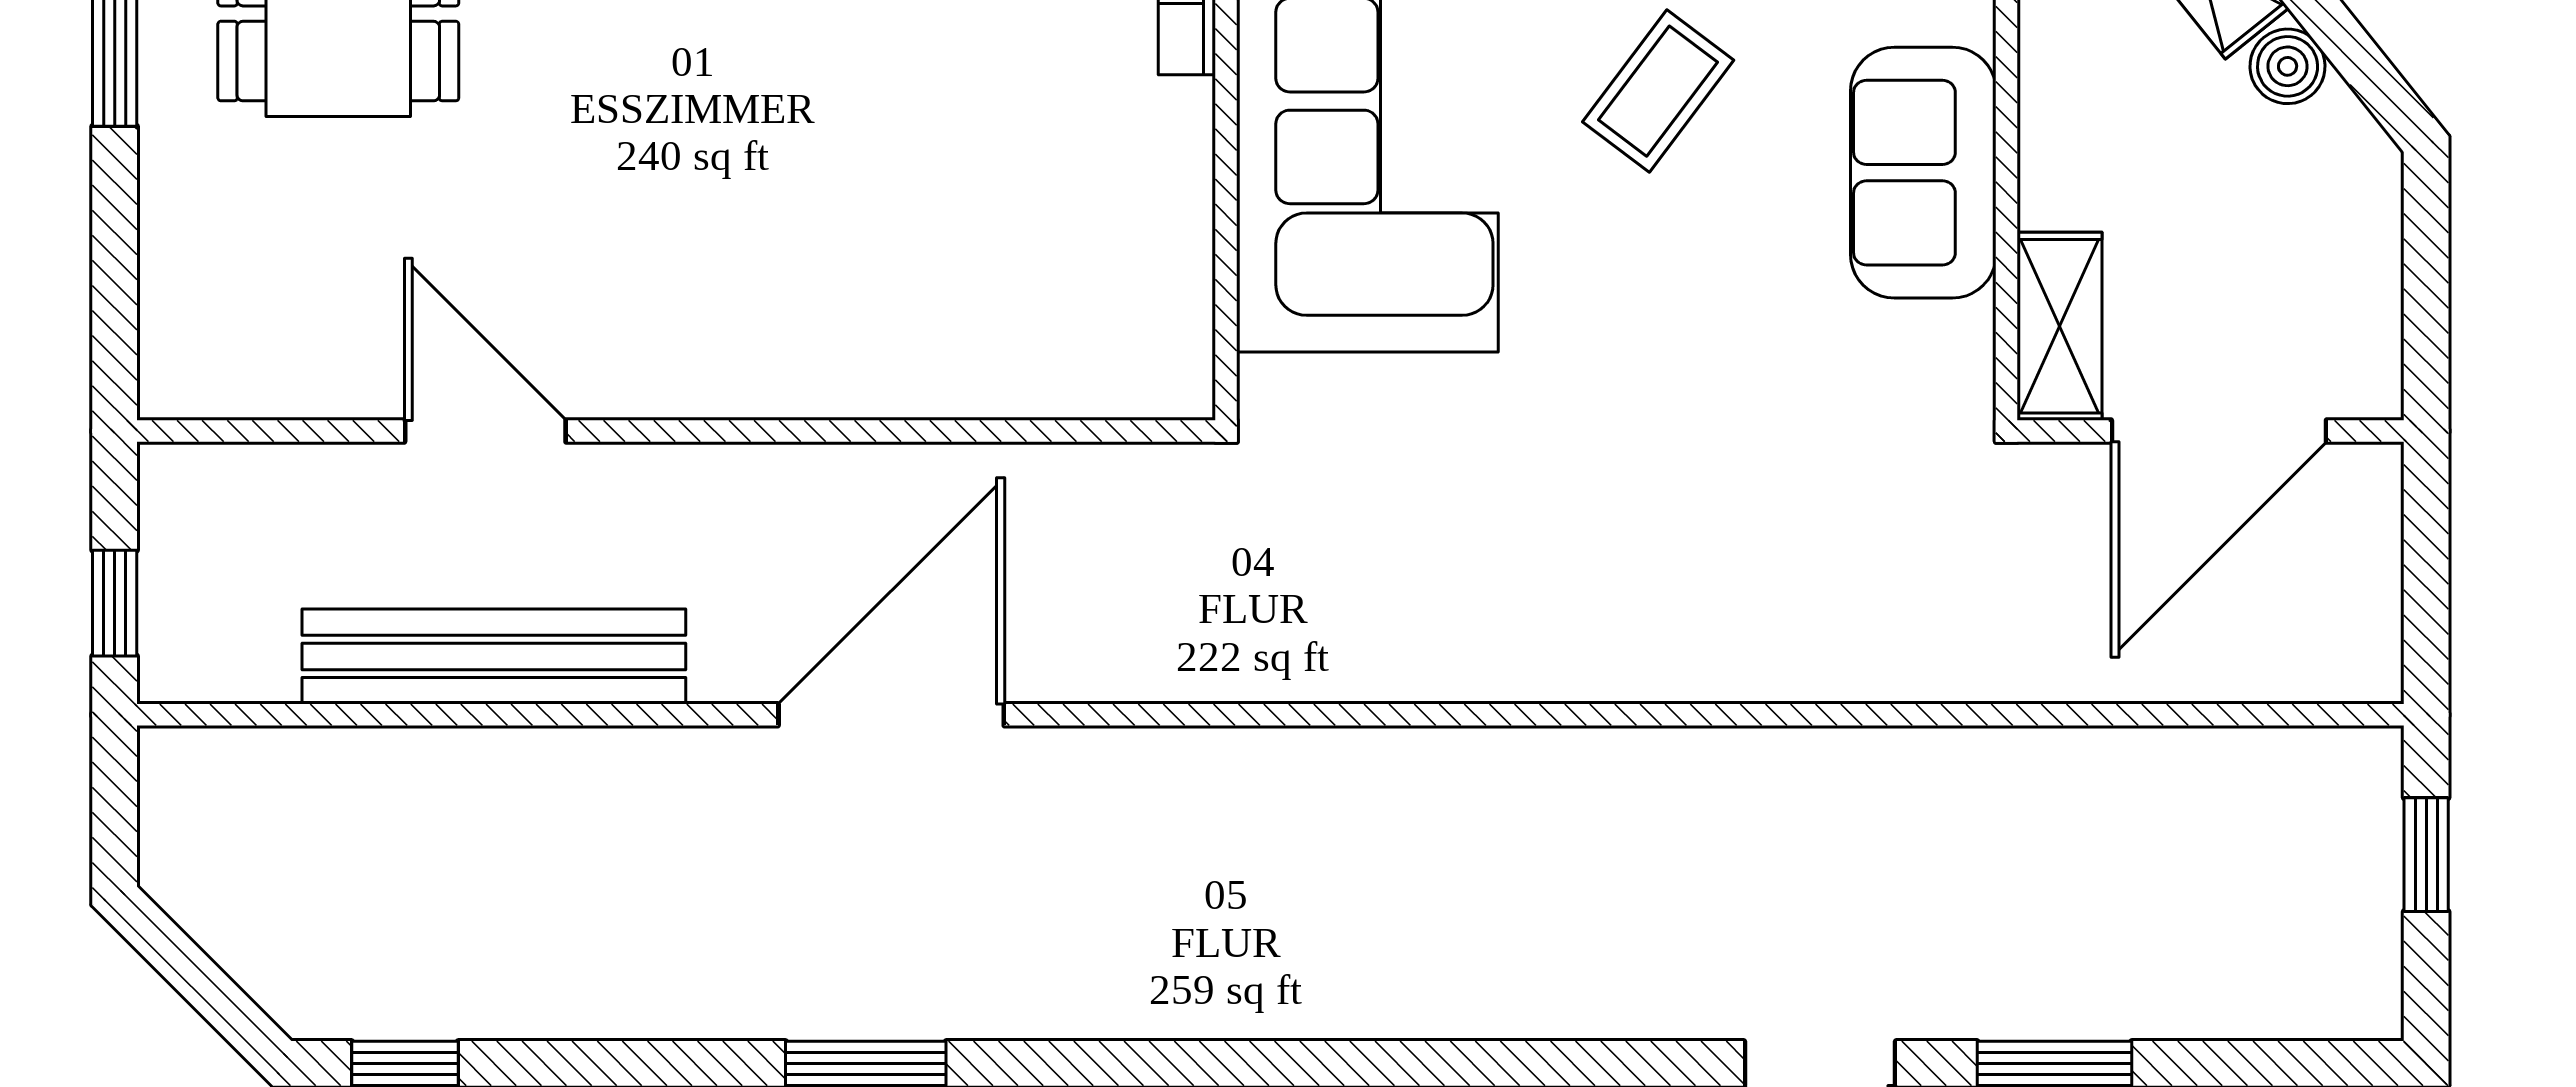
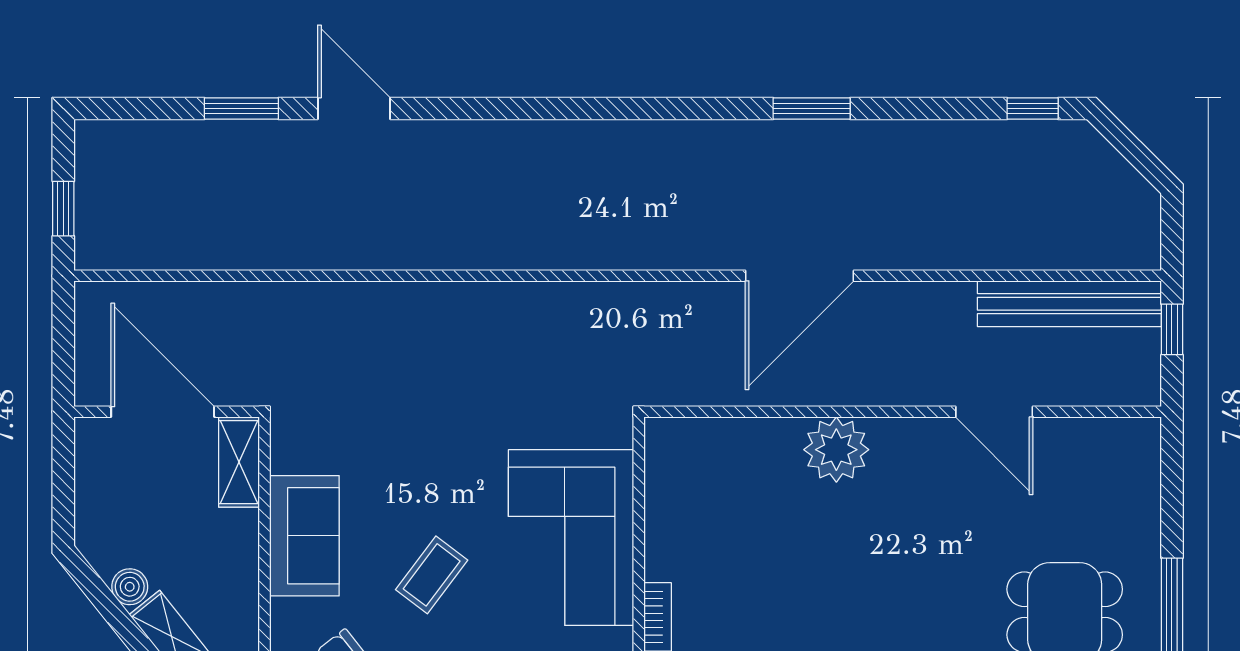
plant: (814, 352) -> (836, 450), added
door: (2219, 431) -> (163, 412), hinge flipped
bench: (494, 656) -> (1069, 304), moved

